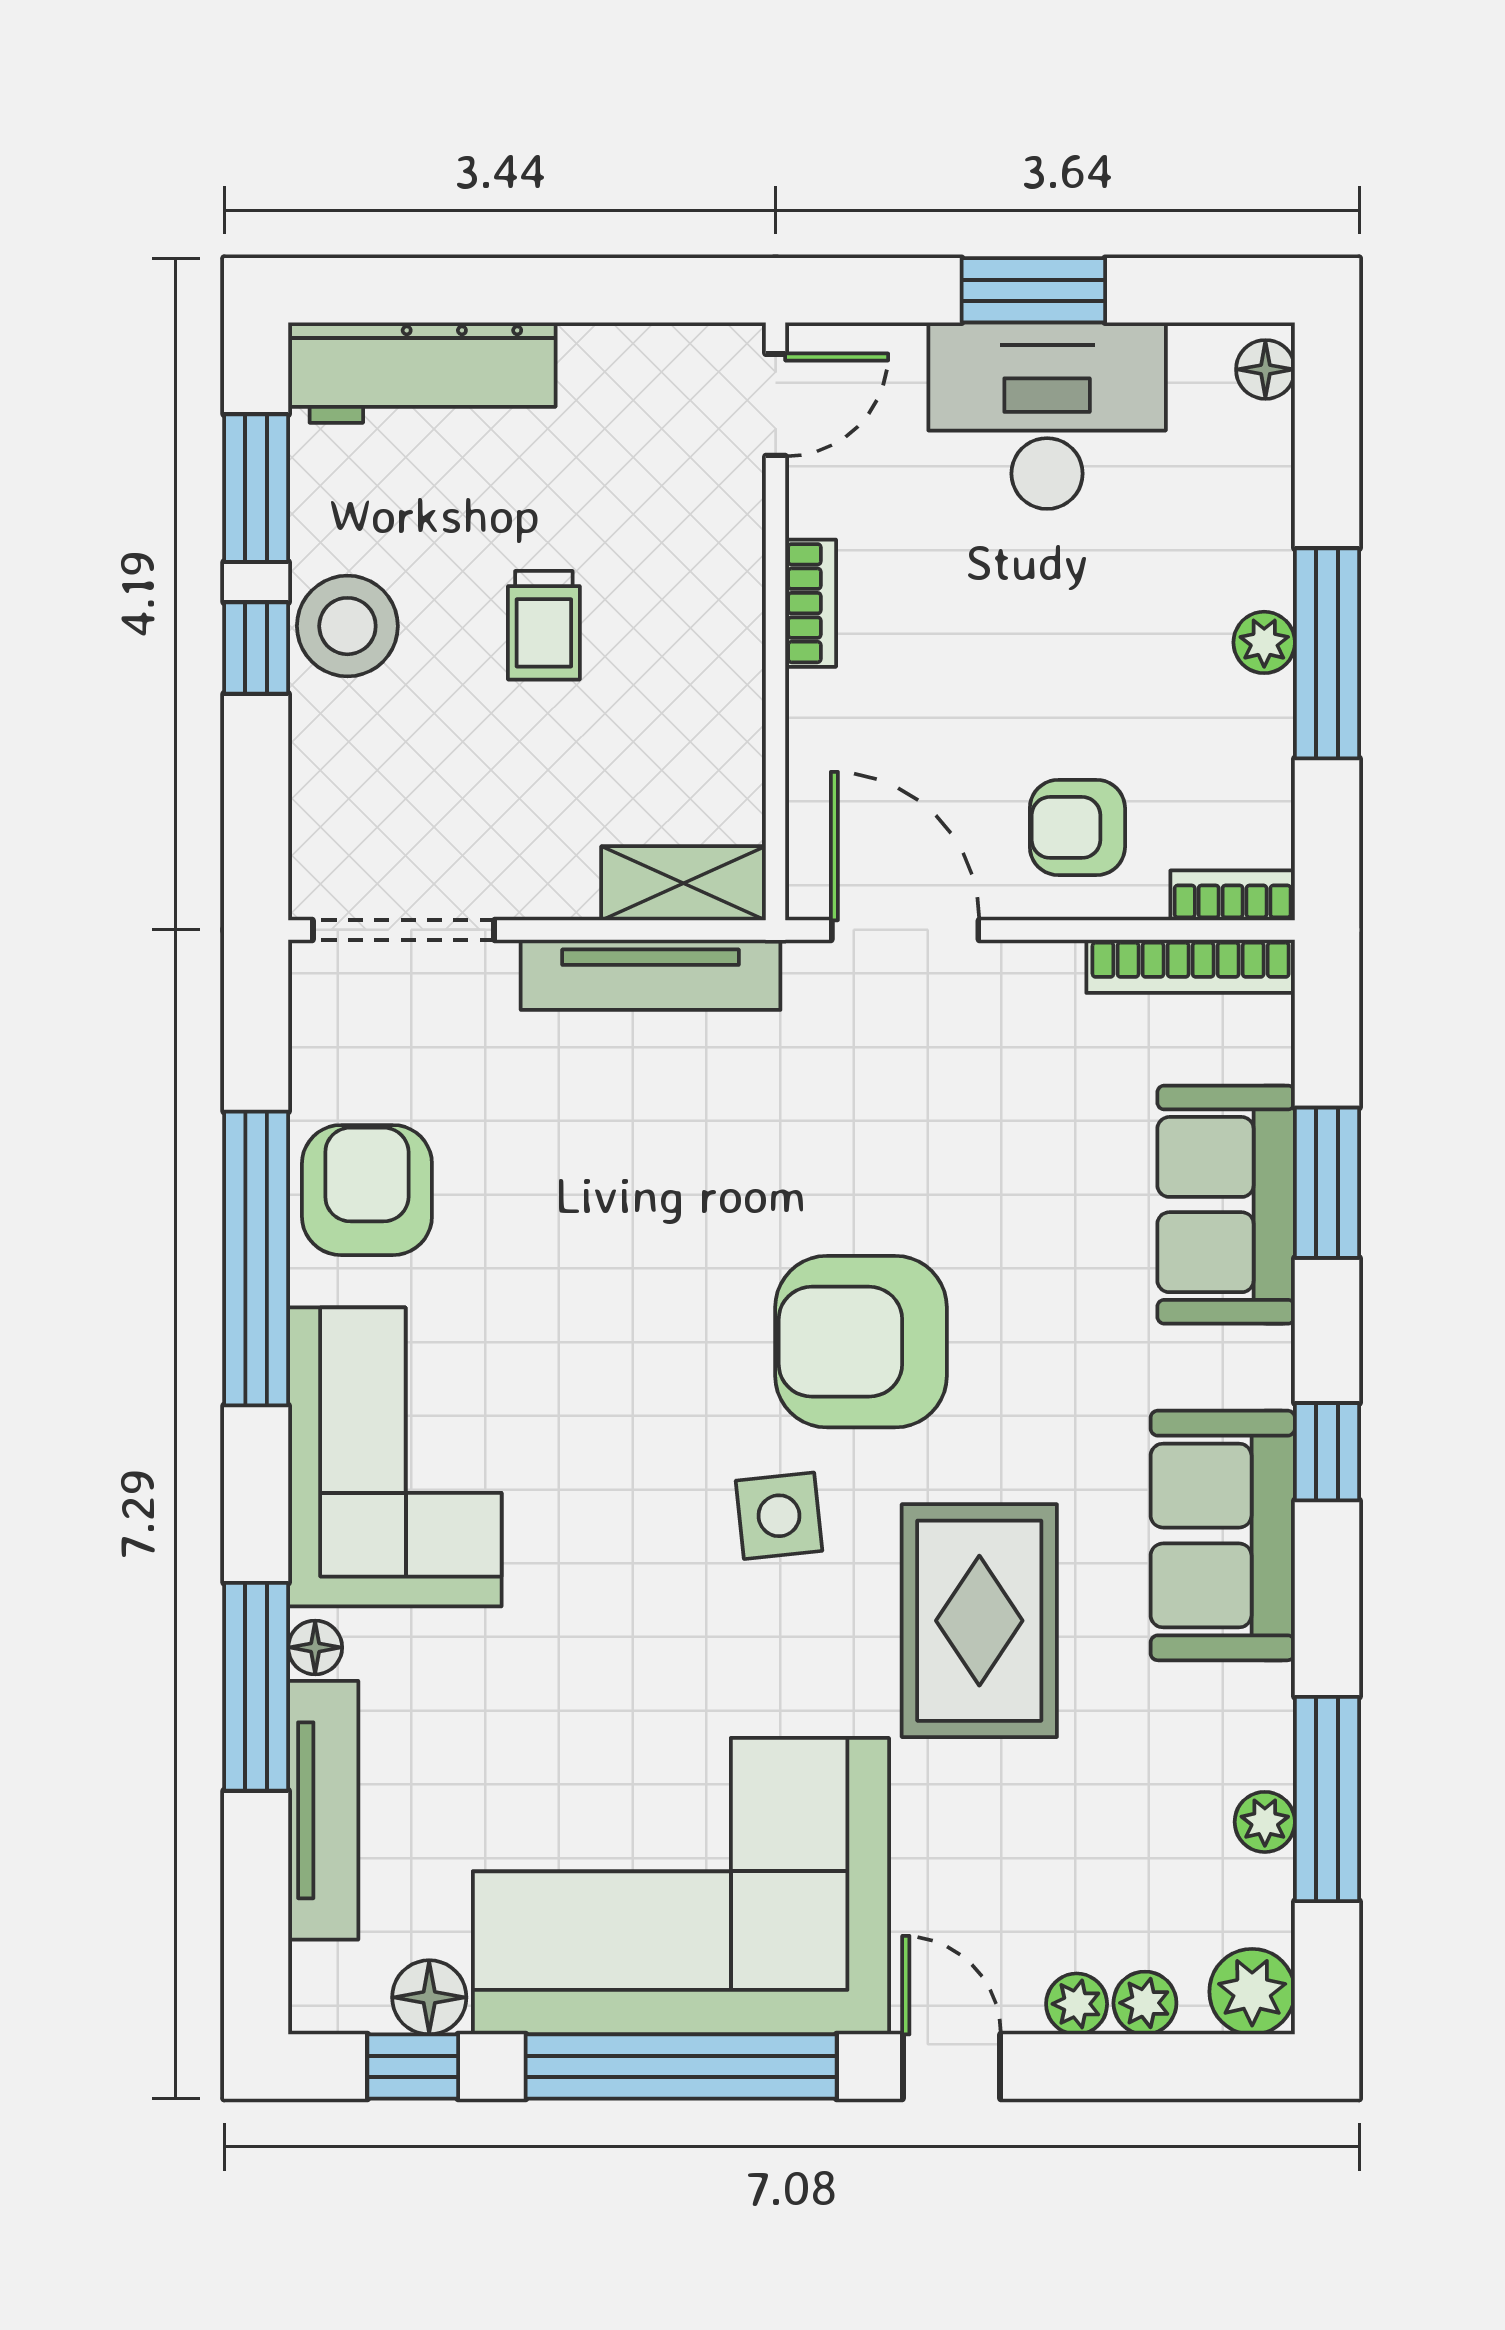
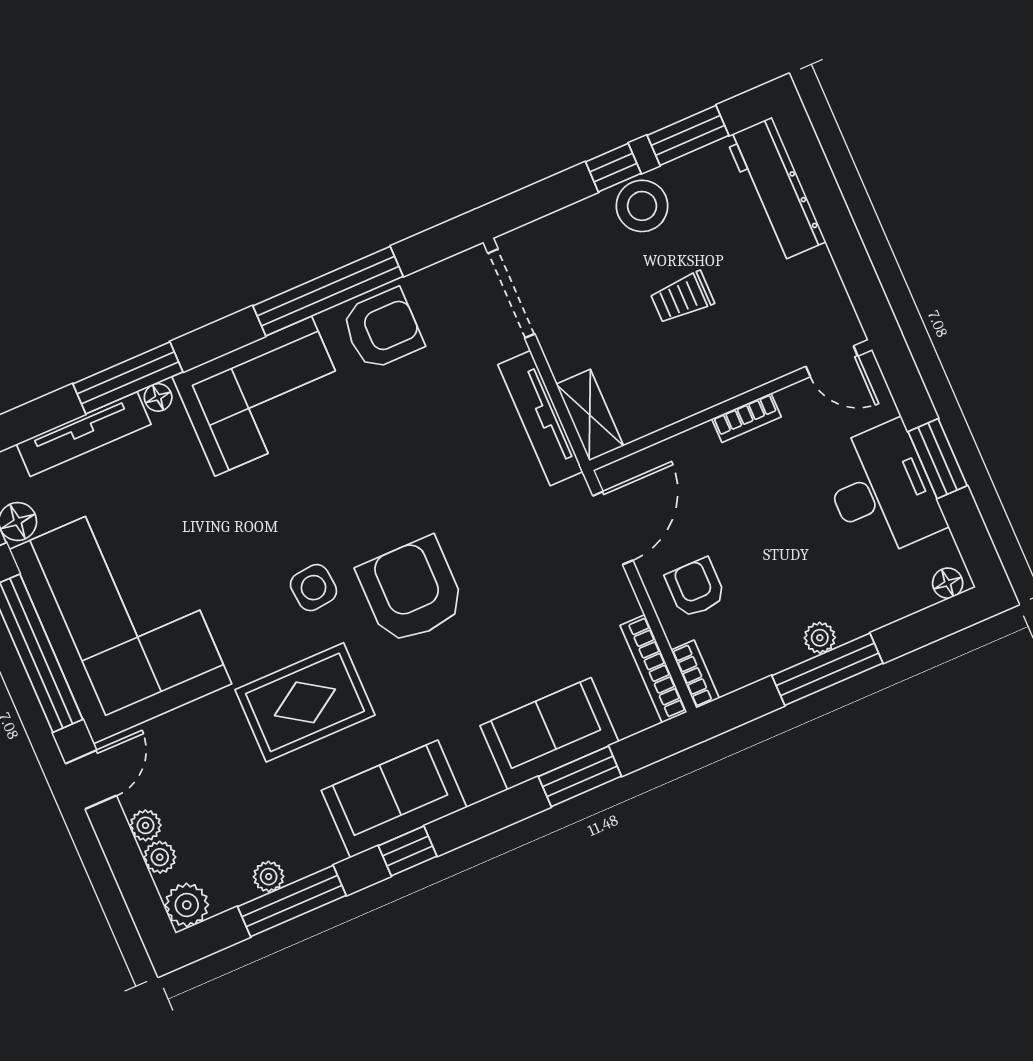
window: (1327, 1452) -> (408, 851), moved

